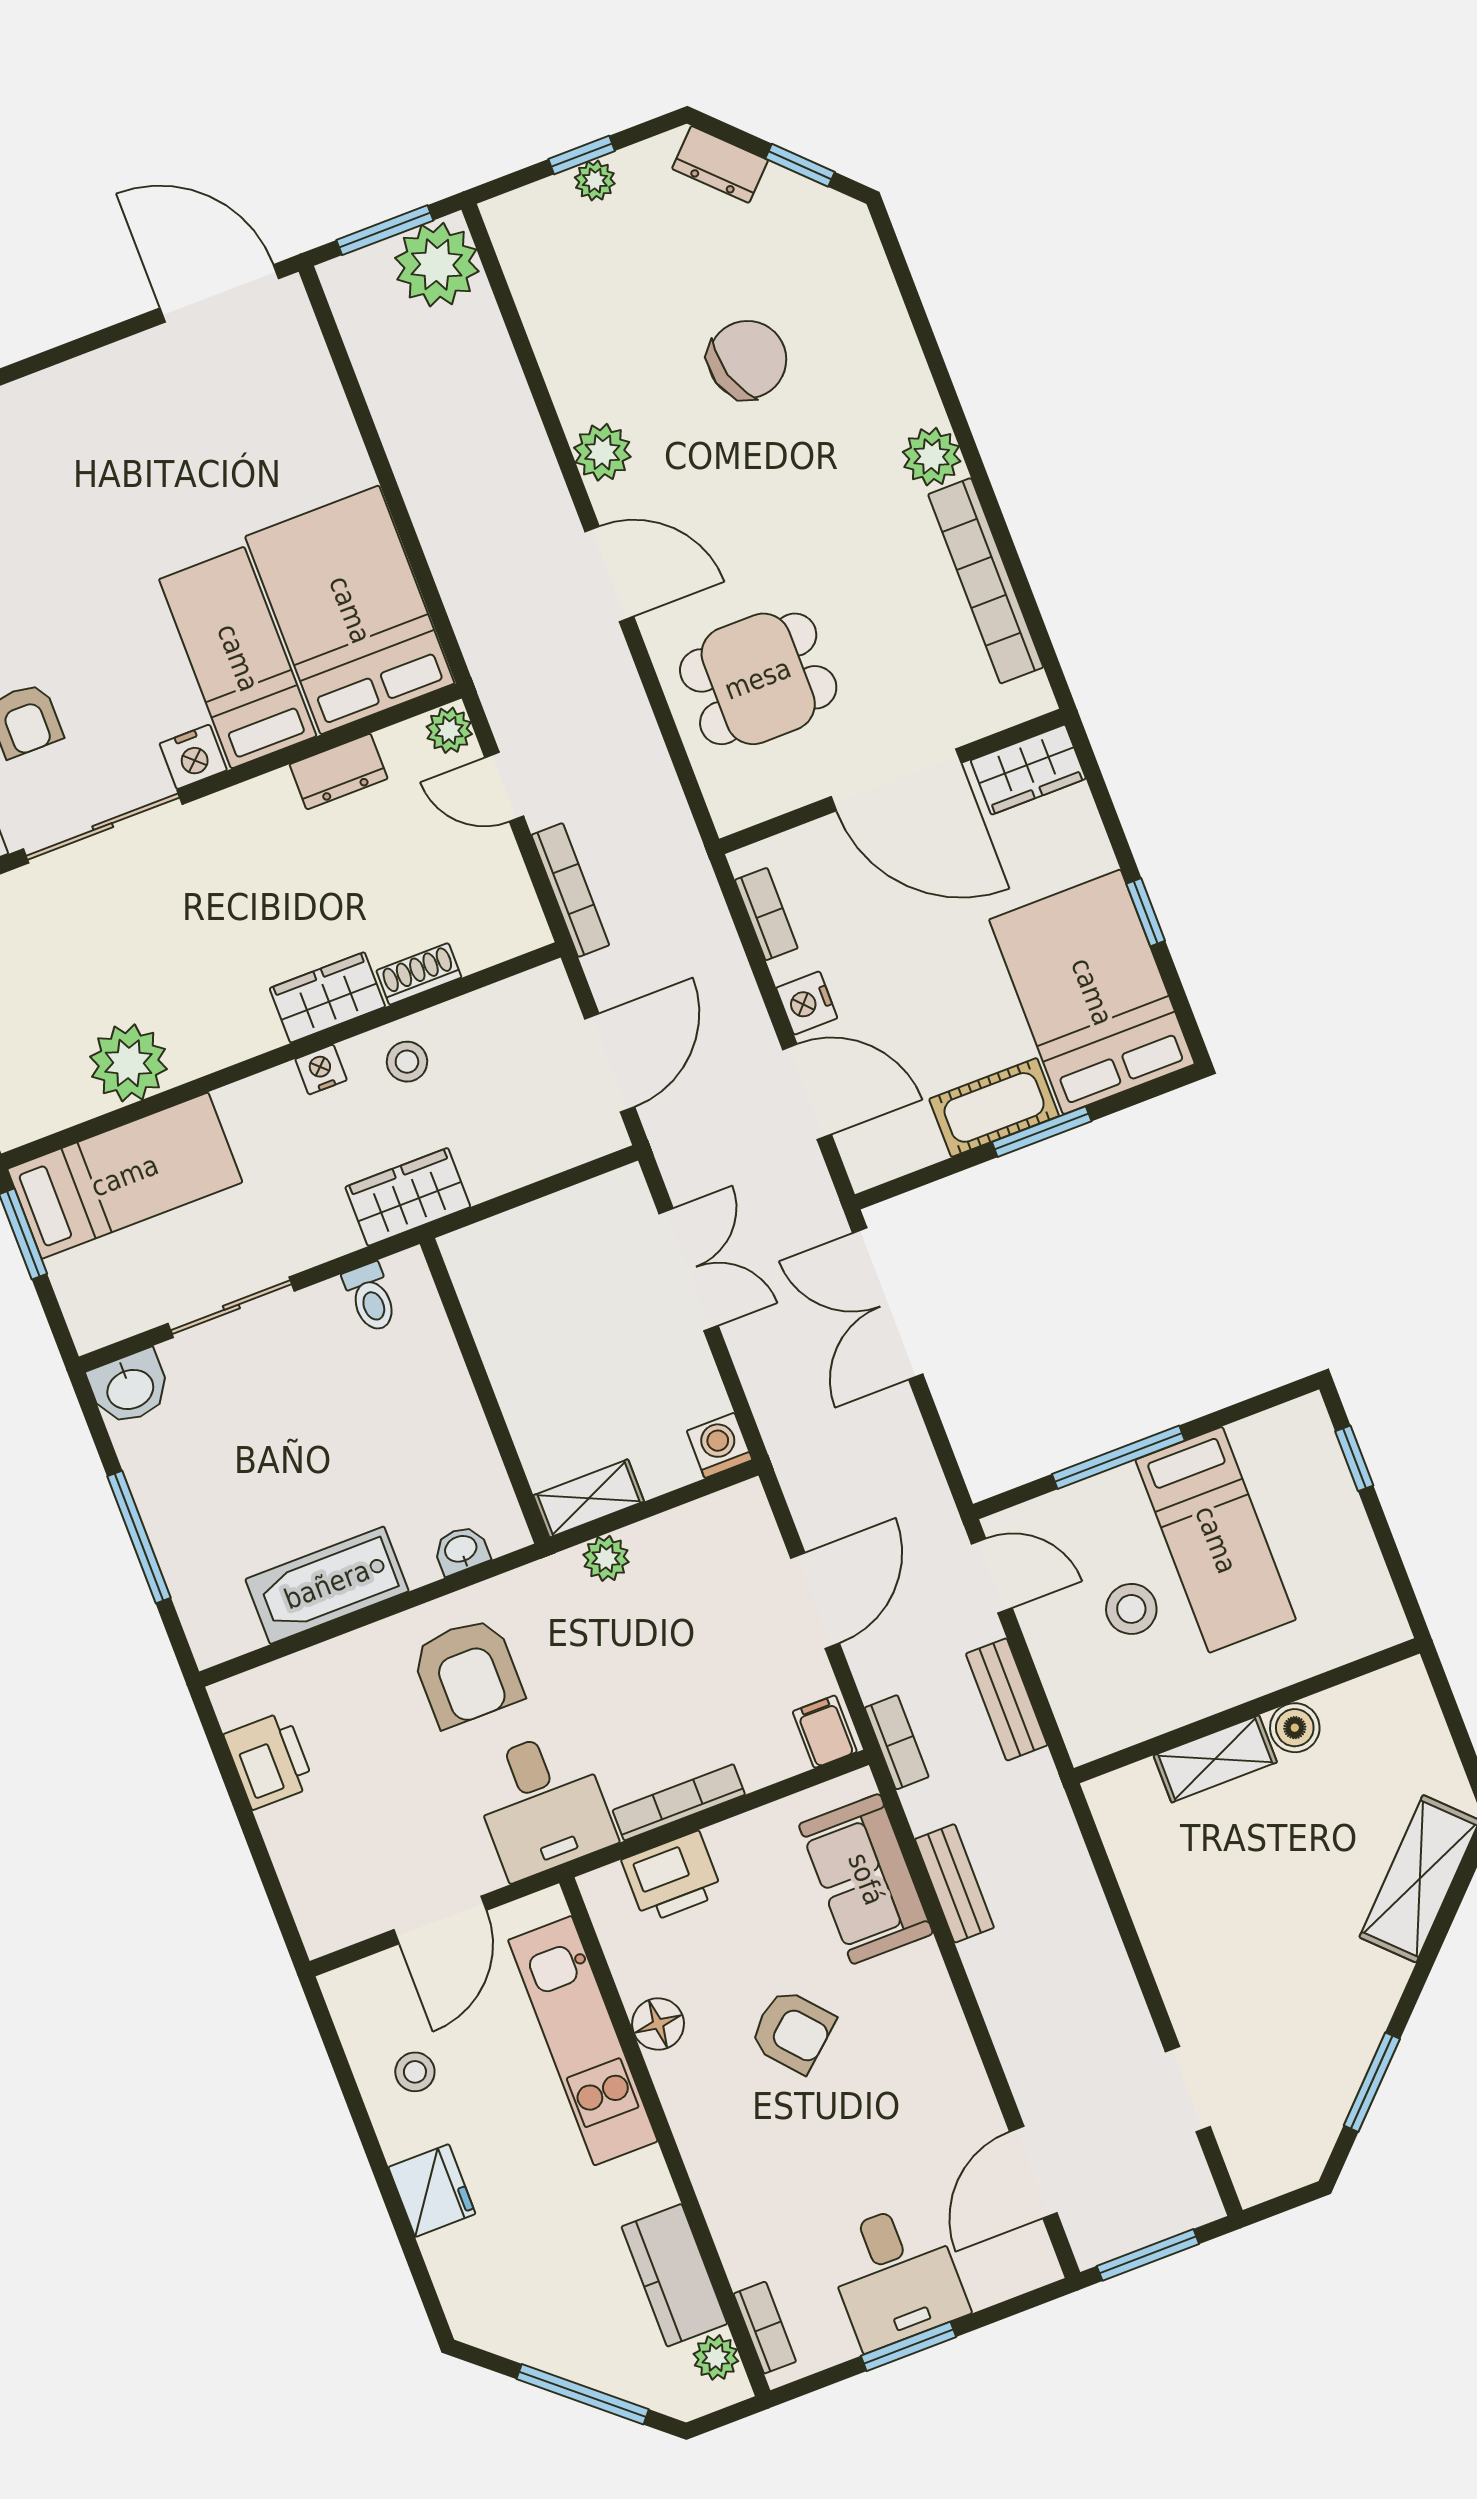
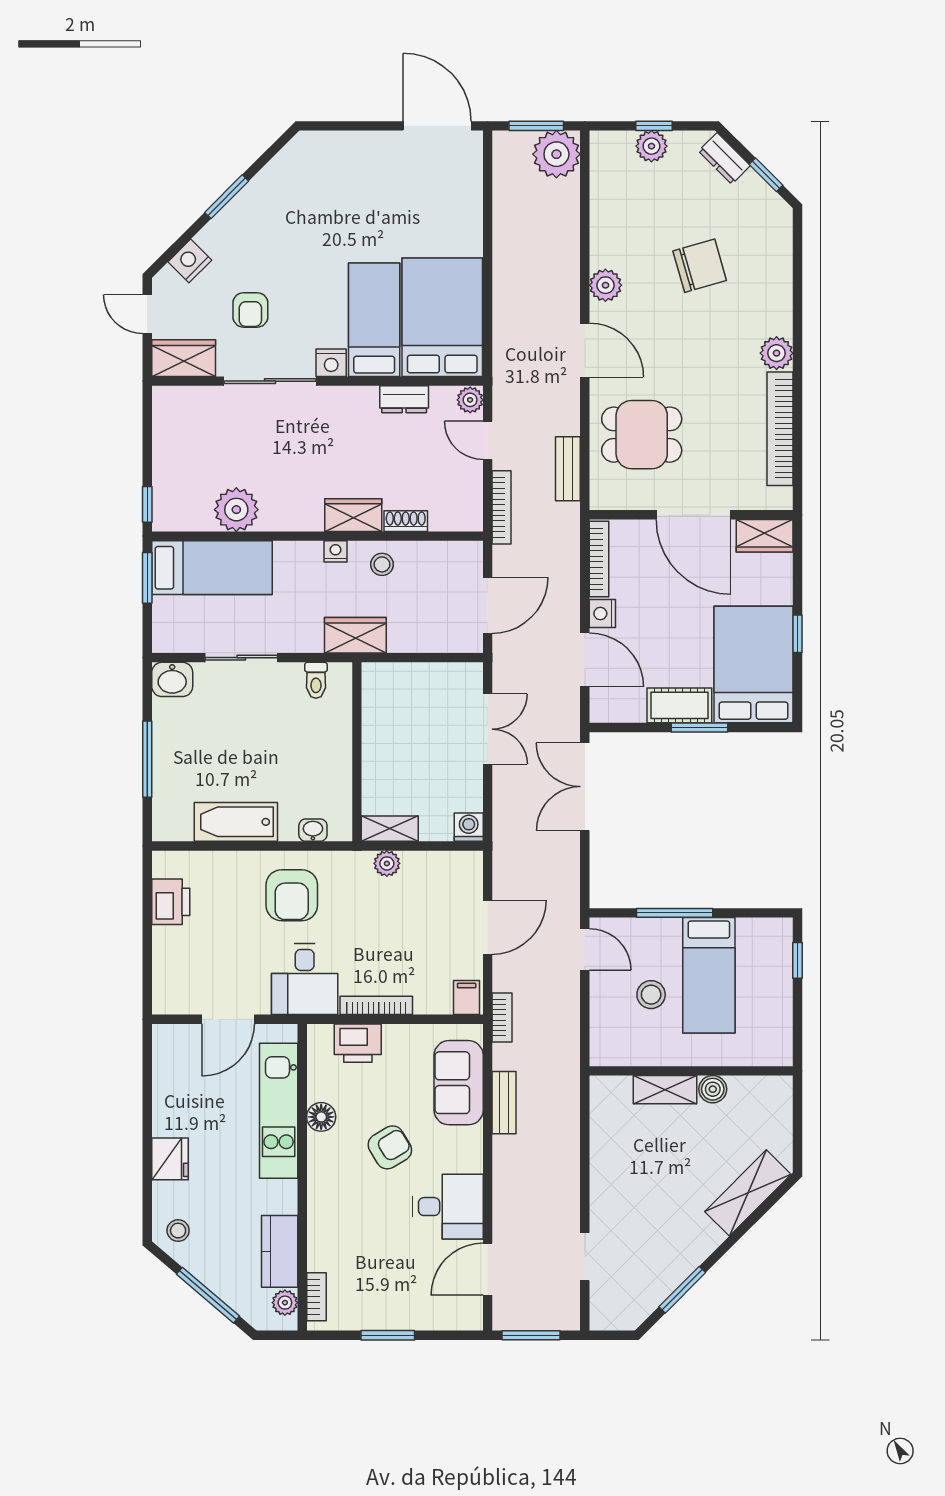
plant: (595, 181) -> (651, 146), width x1.38, depth x1.38
bookcase: (766, 914) -> (599, 559), width x1.56
bench: (1007, 1699) -> (568, 469), moved
armchair: (792, 2031) -> (390, 1147), turned -80
stool: (415, 2072) -> (178, 1231), moved
desk: (896, 2275) -> (448, 1207), moved, turned -90

